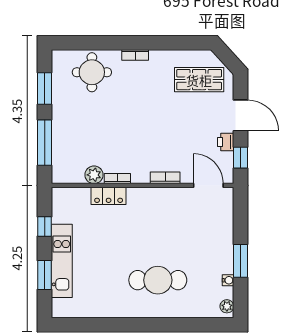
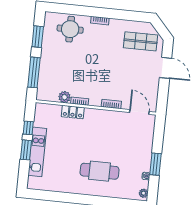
printer: (226, 142) -> (154, 84), removed
window: (241, 158) -> (163, 96), removed
window: (45, 275) -> (26, 150), moved

